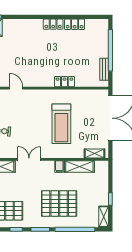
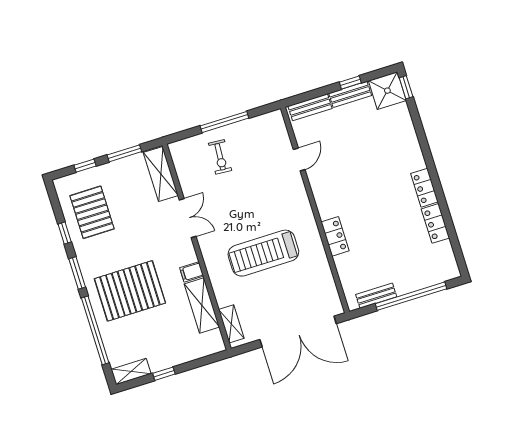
pallet: (59, 203) -> (130, 291), turned 90

